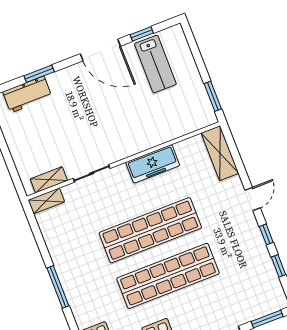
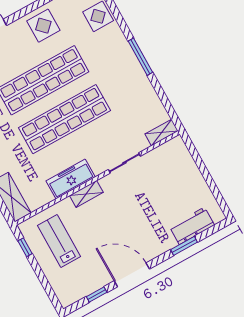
lab bench: (155, 64) -> (59, 241), moved
window: (213, 96) -> (25, 247), width x0.67
shelving: (49, 180) -> (86, 194), moved

